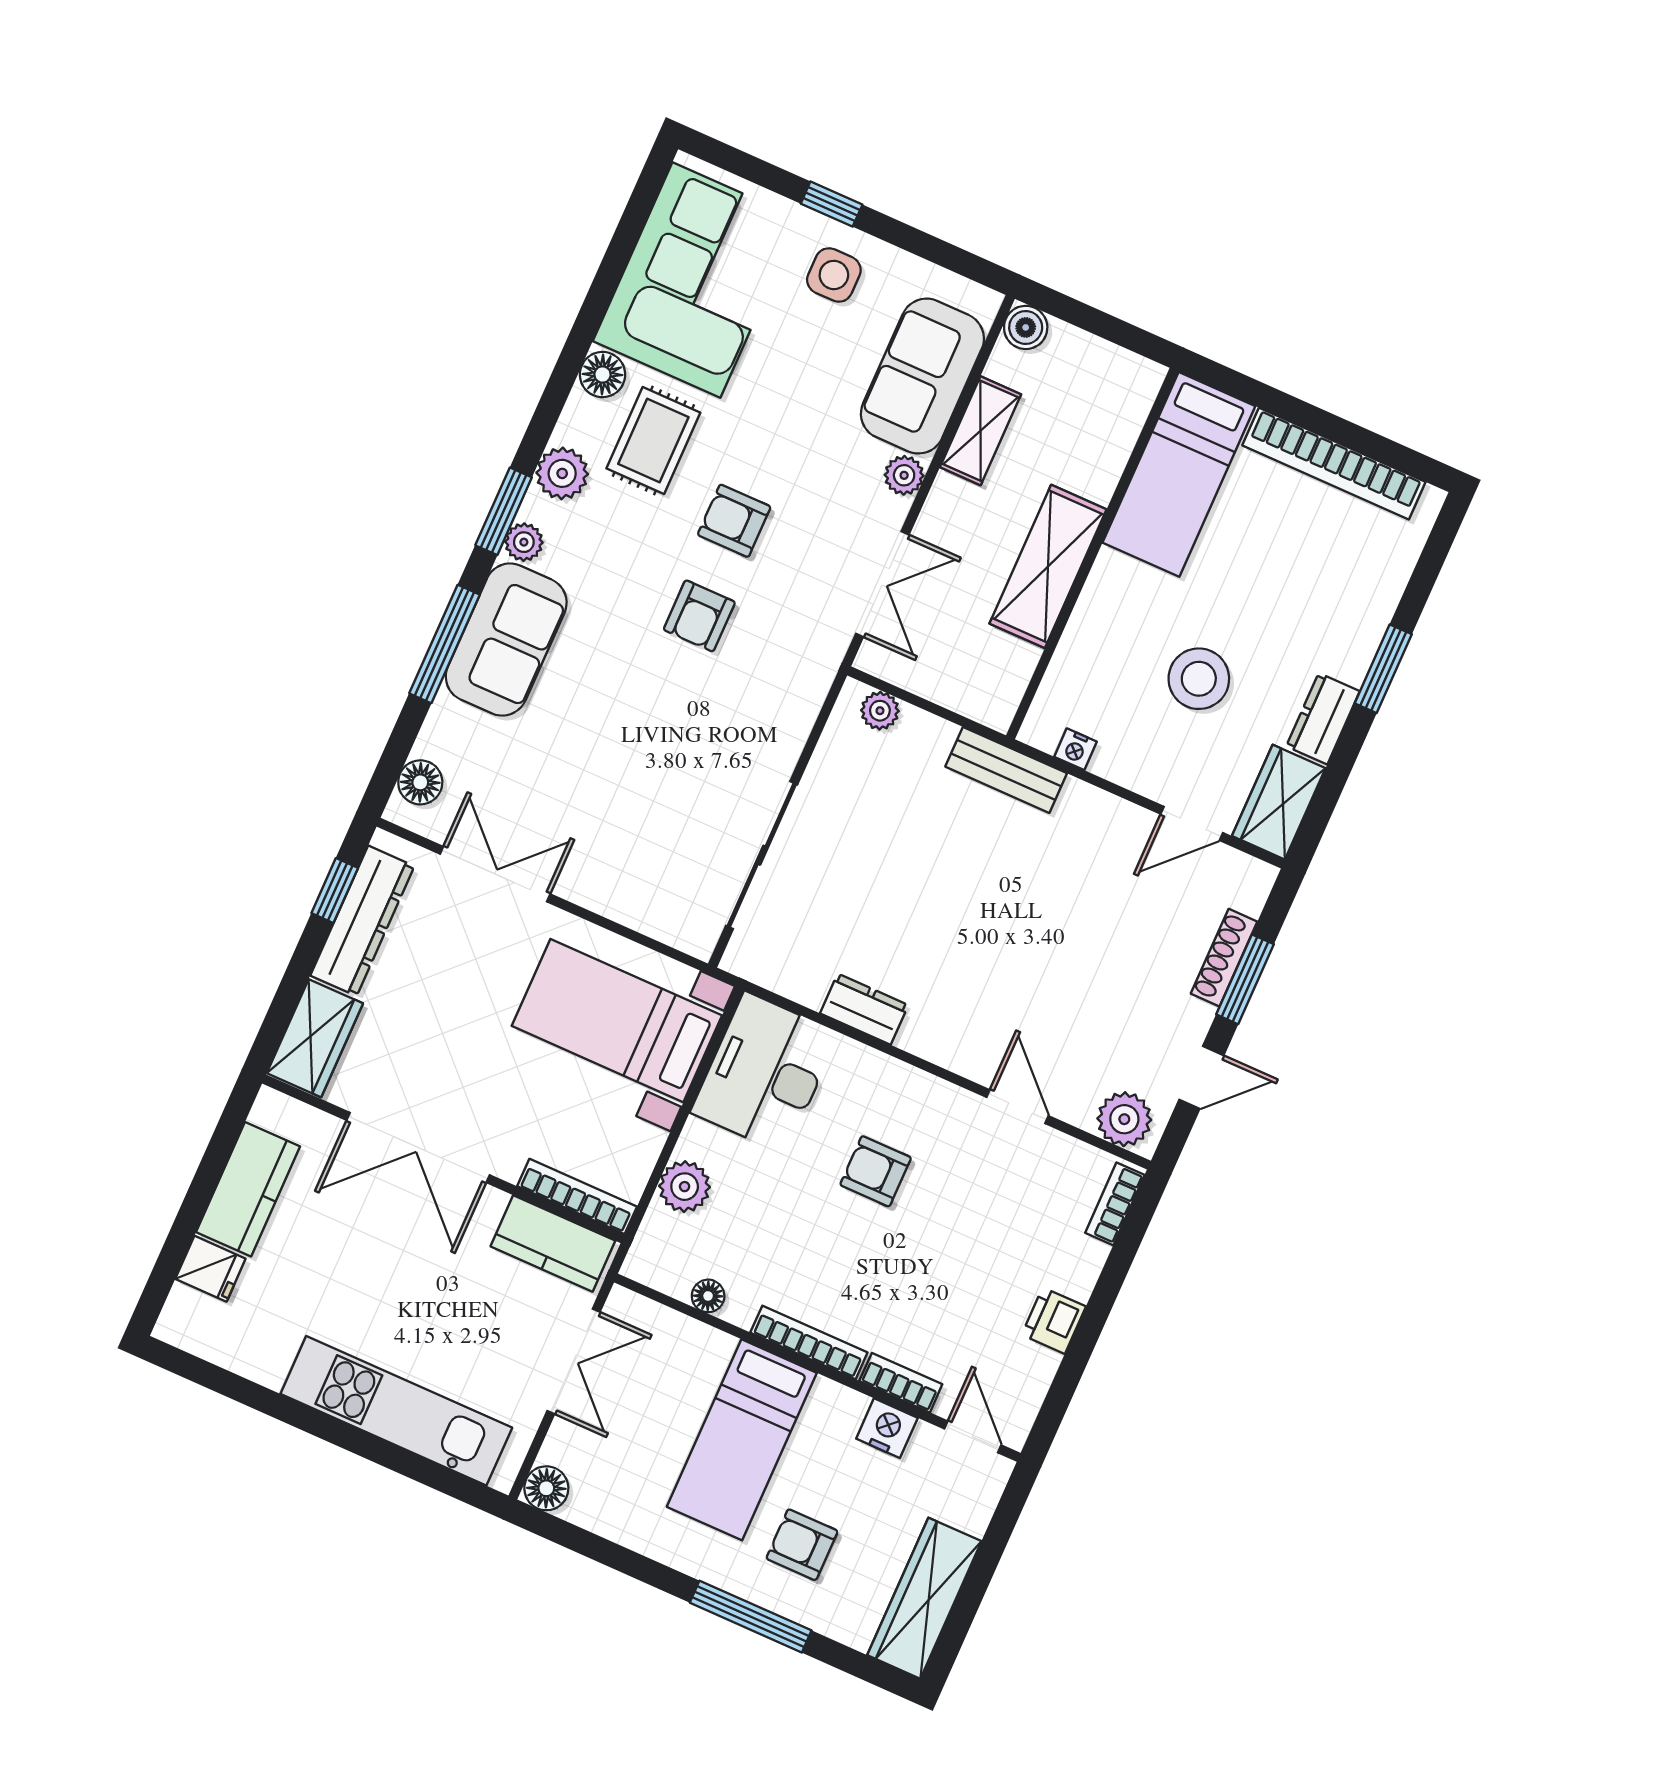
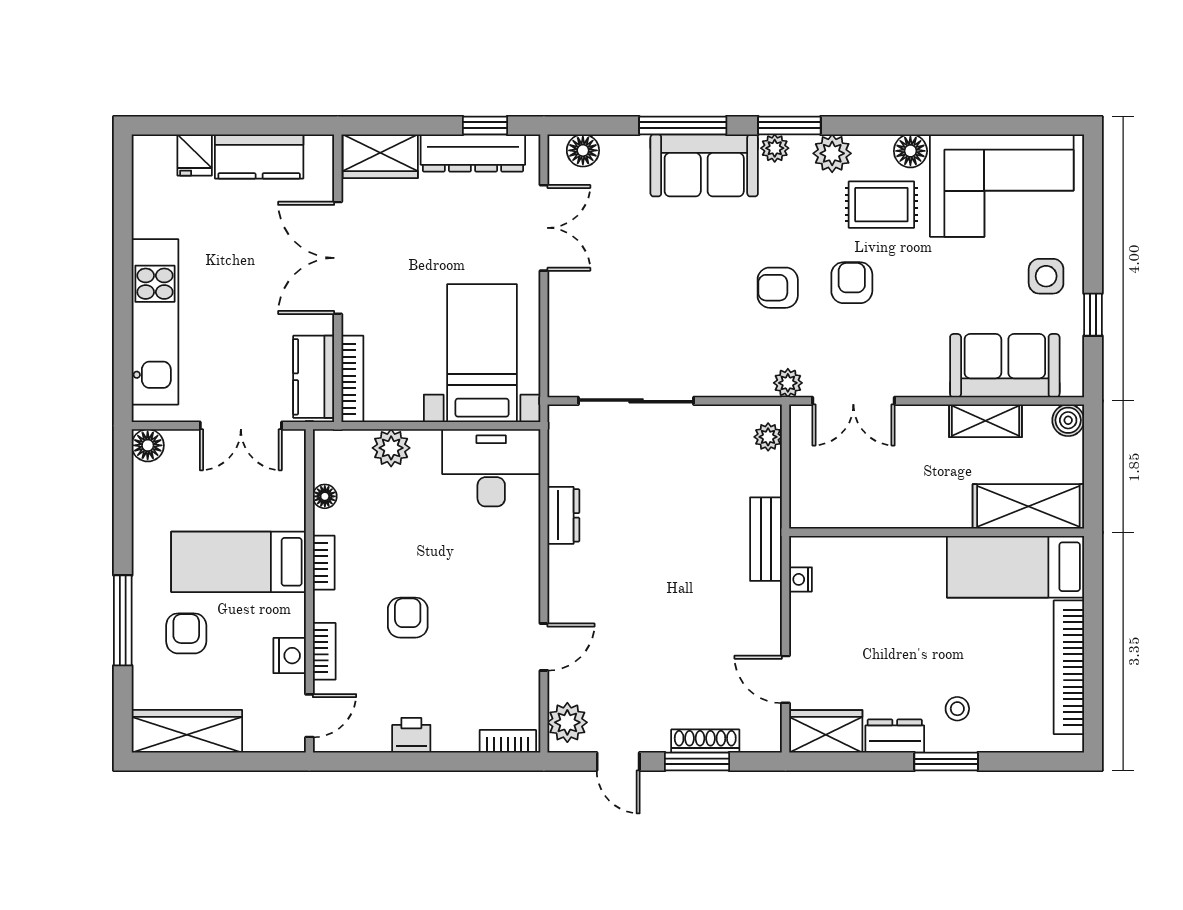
window: (832, 204) -> (1093, 315), moved
plant: (904, 475) -> (788, 383), moved
shelving: (1048, 566) -> (1028, 506), moved
stool: (1199, 679) -> (957, 709), moved, width x0.53, depth x0.53
armchair: (876, 1171) -> (408, 618), moved
bookcase: (809, 1343) -> (324, 563), width x0.64

